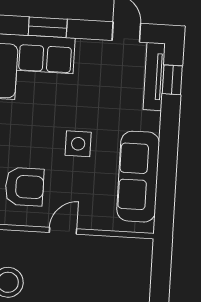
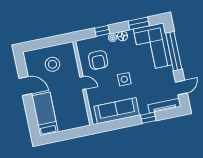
window: (48, 27) -> (174, 51), width x2.11
window: (172, 80) -> (148, 118), moved

